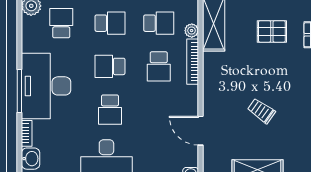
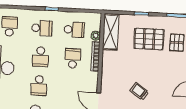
pallet: (272, 31) -> (149, 39), width x1.50, depth x1.42
school desk: (110, 66) -> (40, 57), turned -90
school desk: (159, 66) -> (73, 58), turned 180

